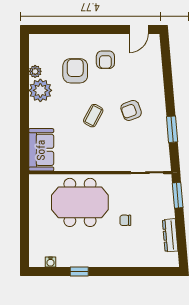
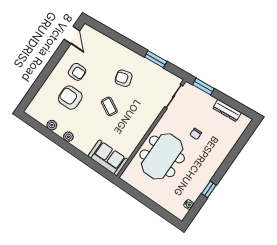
plant: (40, 90) -> (68, 137), width x0.53, depth x0.53
armchair: (131, 110) -> (124, 78), turned 94

